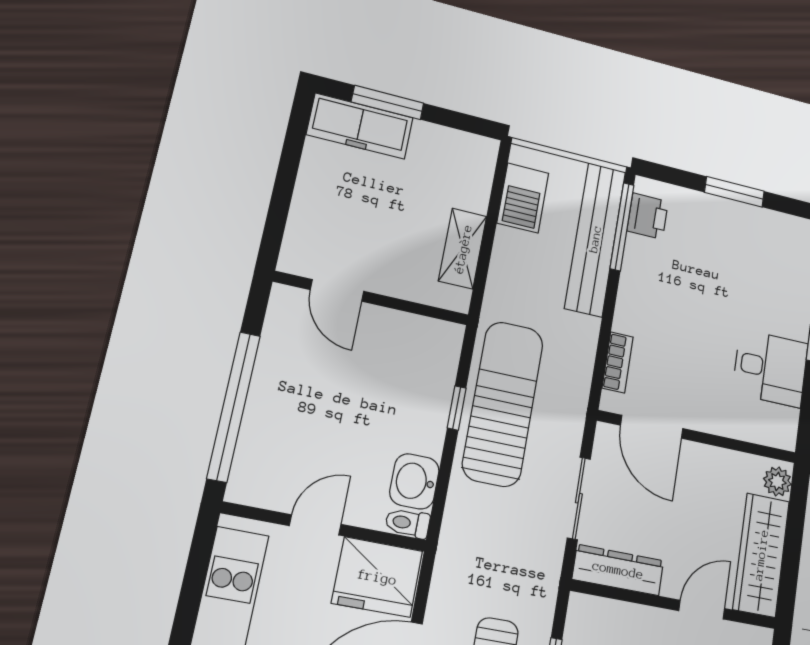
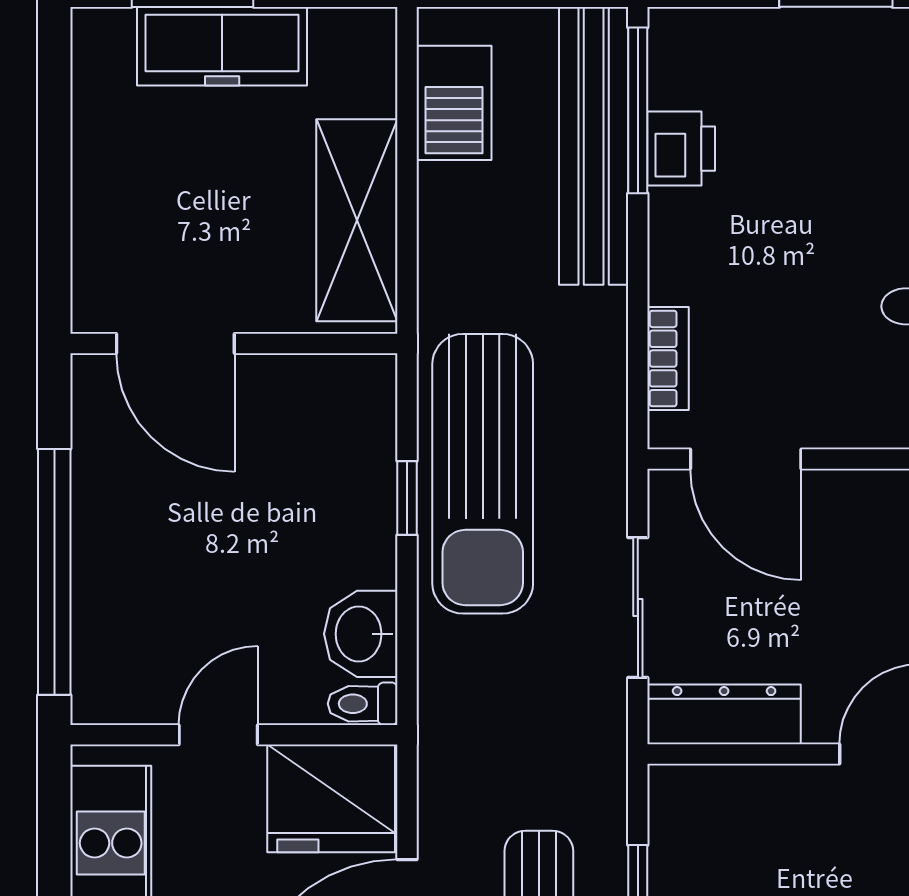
freezer: (360, 126) -> (222, 46), moved
printer: (648, 216) -> (681, 149), moved
shelving: (463, 249) -> (357, 220), width x1.50, depth x1.33
door: (337, 291) -> (175, 344), width x1.38
sun lounger: (503, 404) -> (483, 474), turned 180

